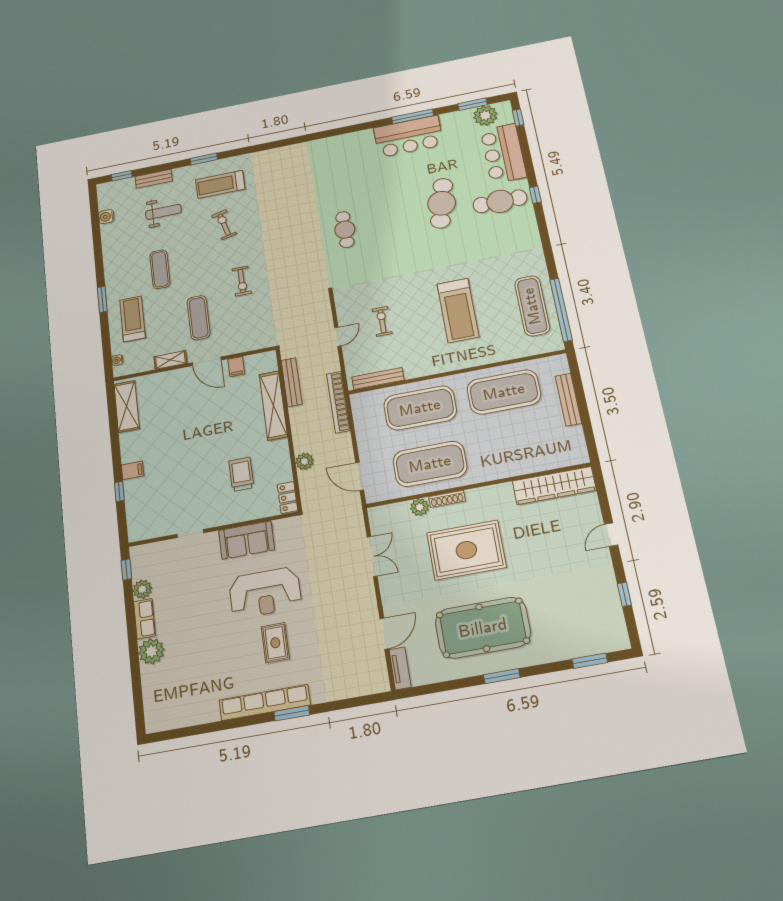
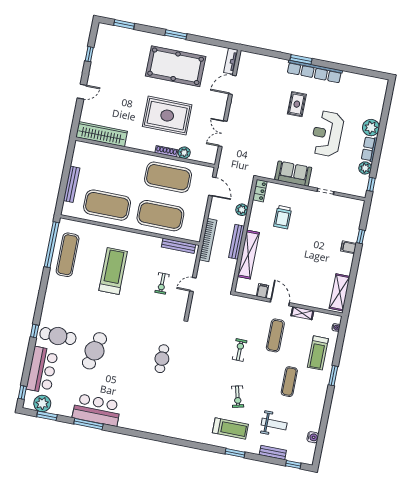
weight bench: (163, 212) -> (274, 424), turned 180
bench: (292, 382) -> (237, 242), moved
reception desk: (265, 593) -> (327, 134), moved, turned -90

